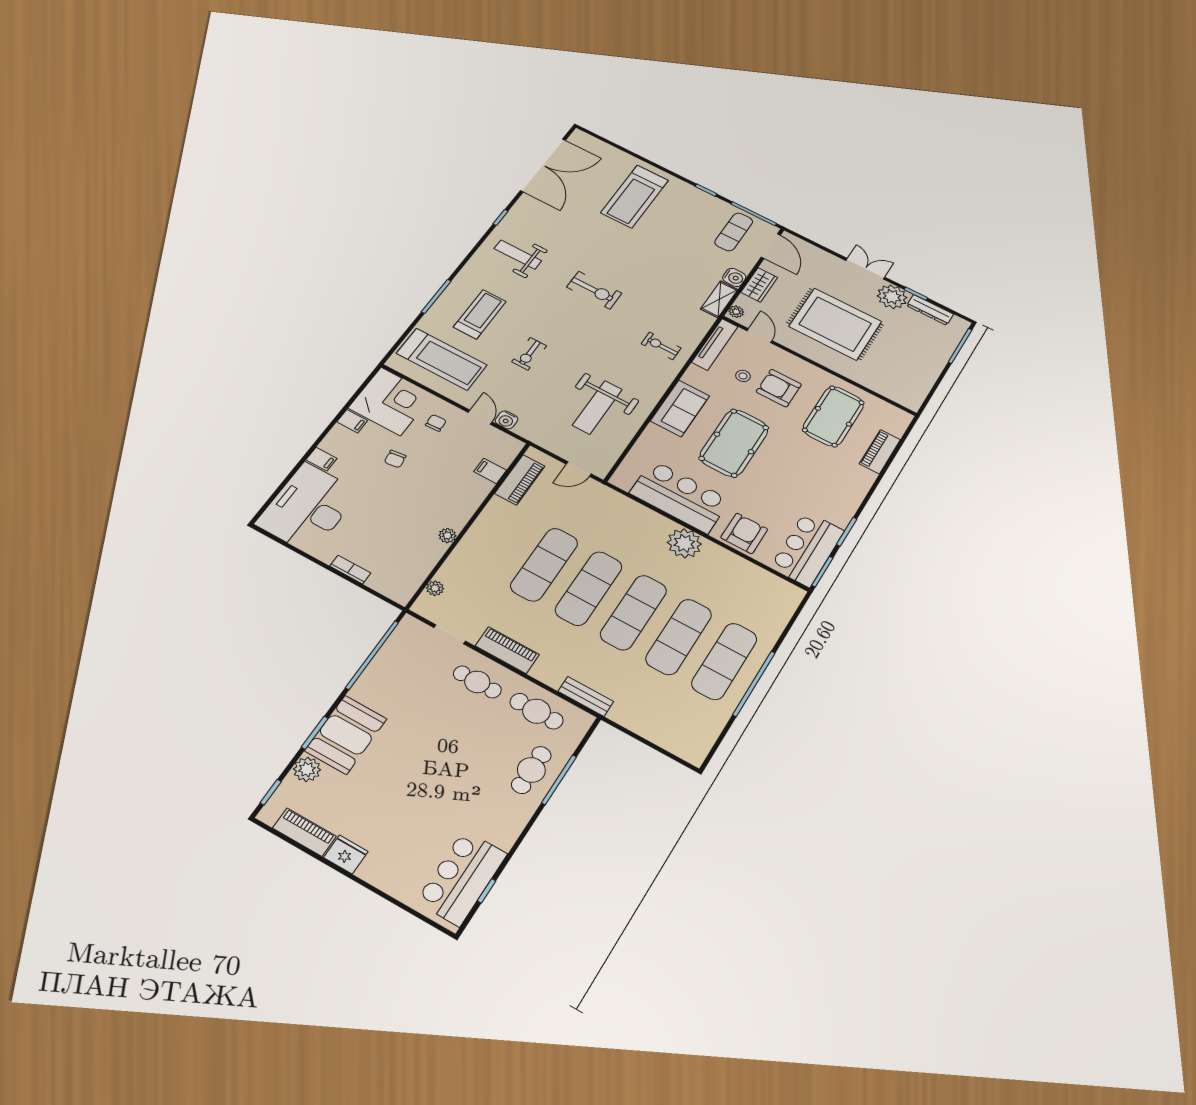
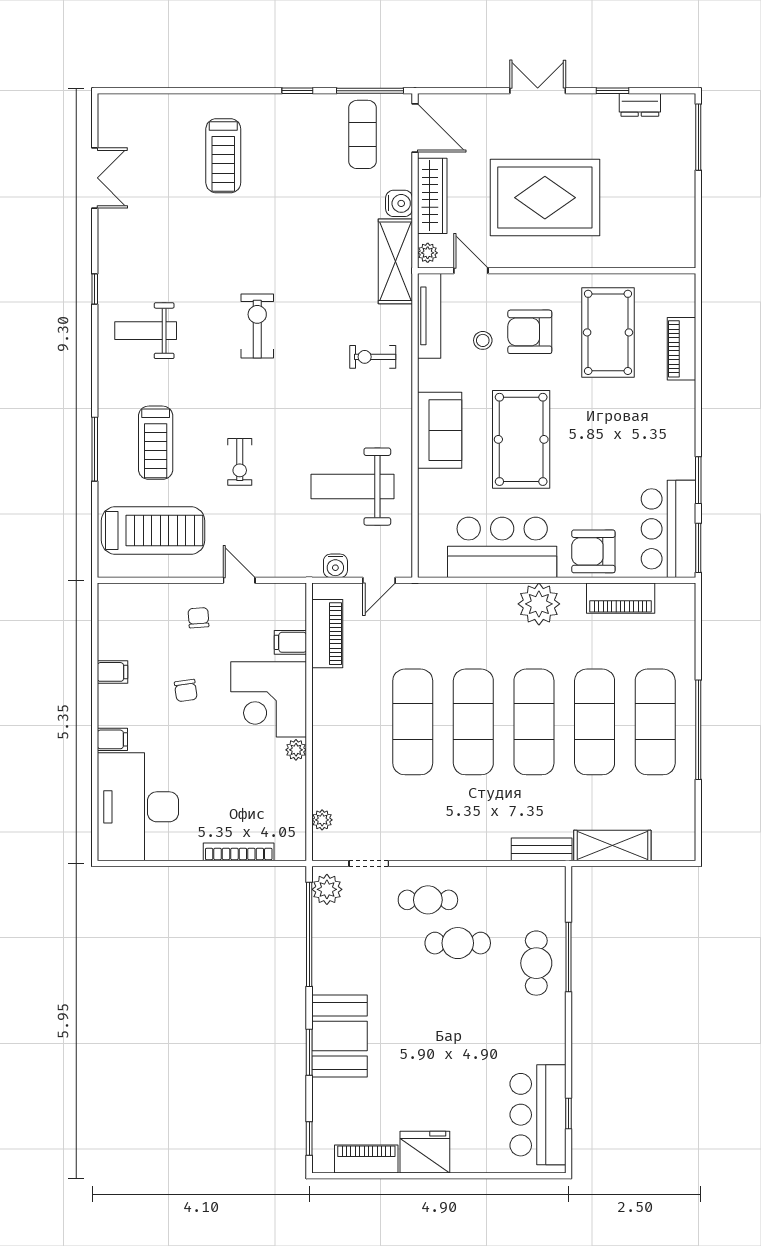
double door: (543, 165) -> (95, 178), width x0.54
treadmill: (635, 196) -> (223, 156), width x0.73, depth x0.73
wardrobe: (759, 285) -> (432, 196), width x1.50
exercise bike: (594, 290) -> (257, 326), turned -90
plant: (892, 297) -> (588, 114), removed
shelving: (719, 299) -> (395, 261), width x1.50, depth x1.33
dresser: (930, 310) -> (640, 105), width x0.70
treadmill: (480, 314) -> (156, 443), turned 180
corner desk: (391, 401) -> (269, 699), moved, turned 180
weight bench: (597, 407) -> (352, 487), turned 90
water cooler: (507, 420) -> (335, 566), moved
armchair: (744, 533) -> (593, 551), turned -90
bookcase: (350, 570) -> (239, 852), width x1.56
piano: (507, 650) -> (621, 598), moved, turned 180
cafe table: (537, 711) -> (458, 943), moved
shelving: (641, 723) -> (612, 845), added
plant: (307, 769) -> (327, 889), moved
fridge: (346, 854) -> (425, 1152), width x1.36, depth x1.34

